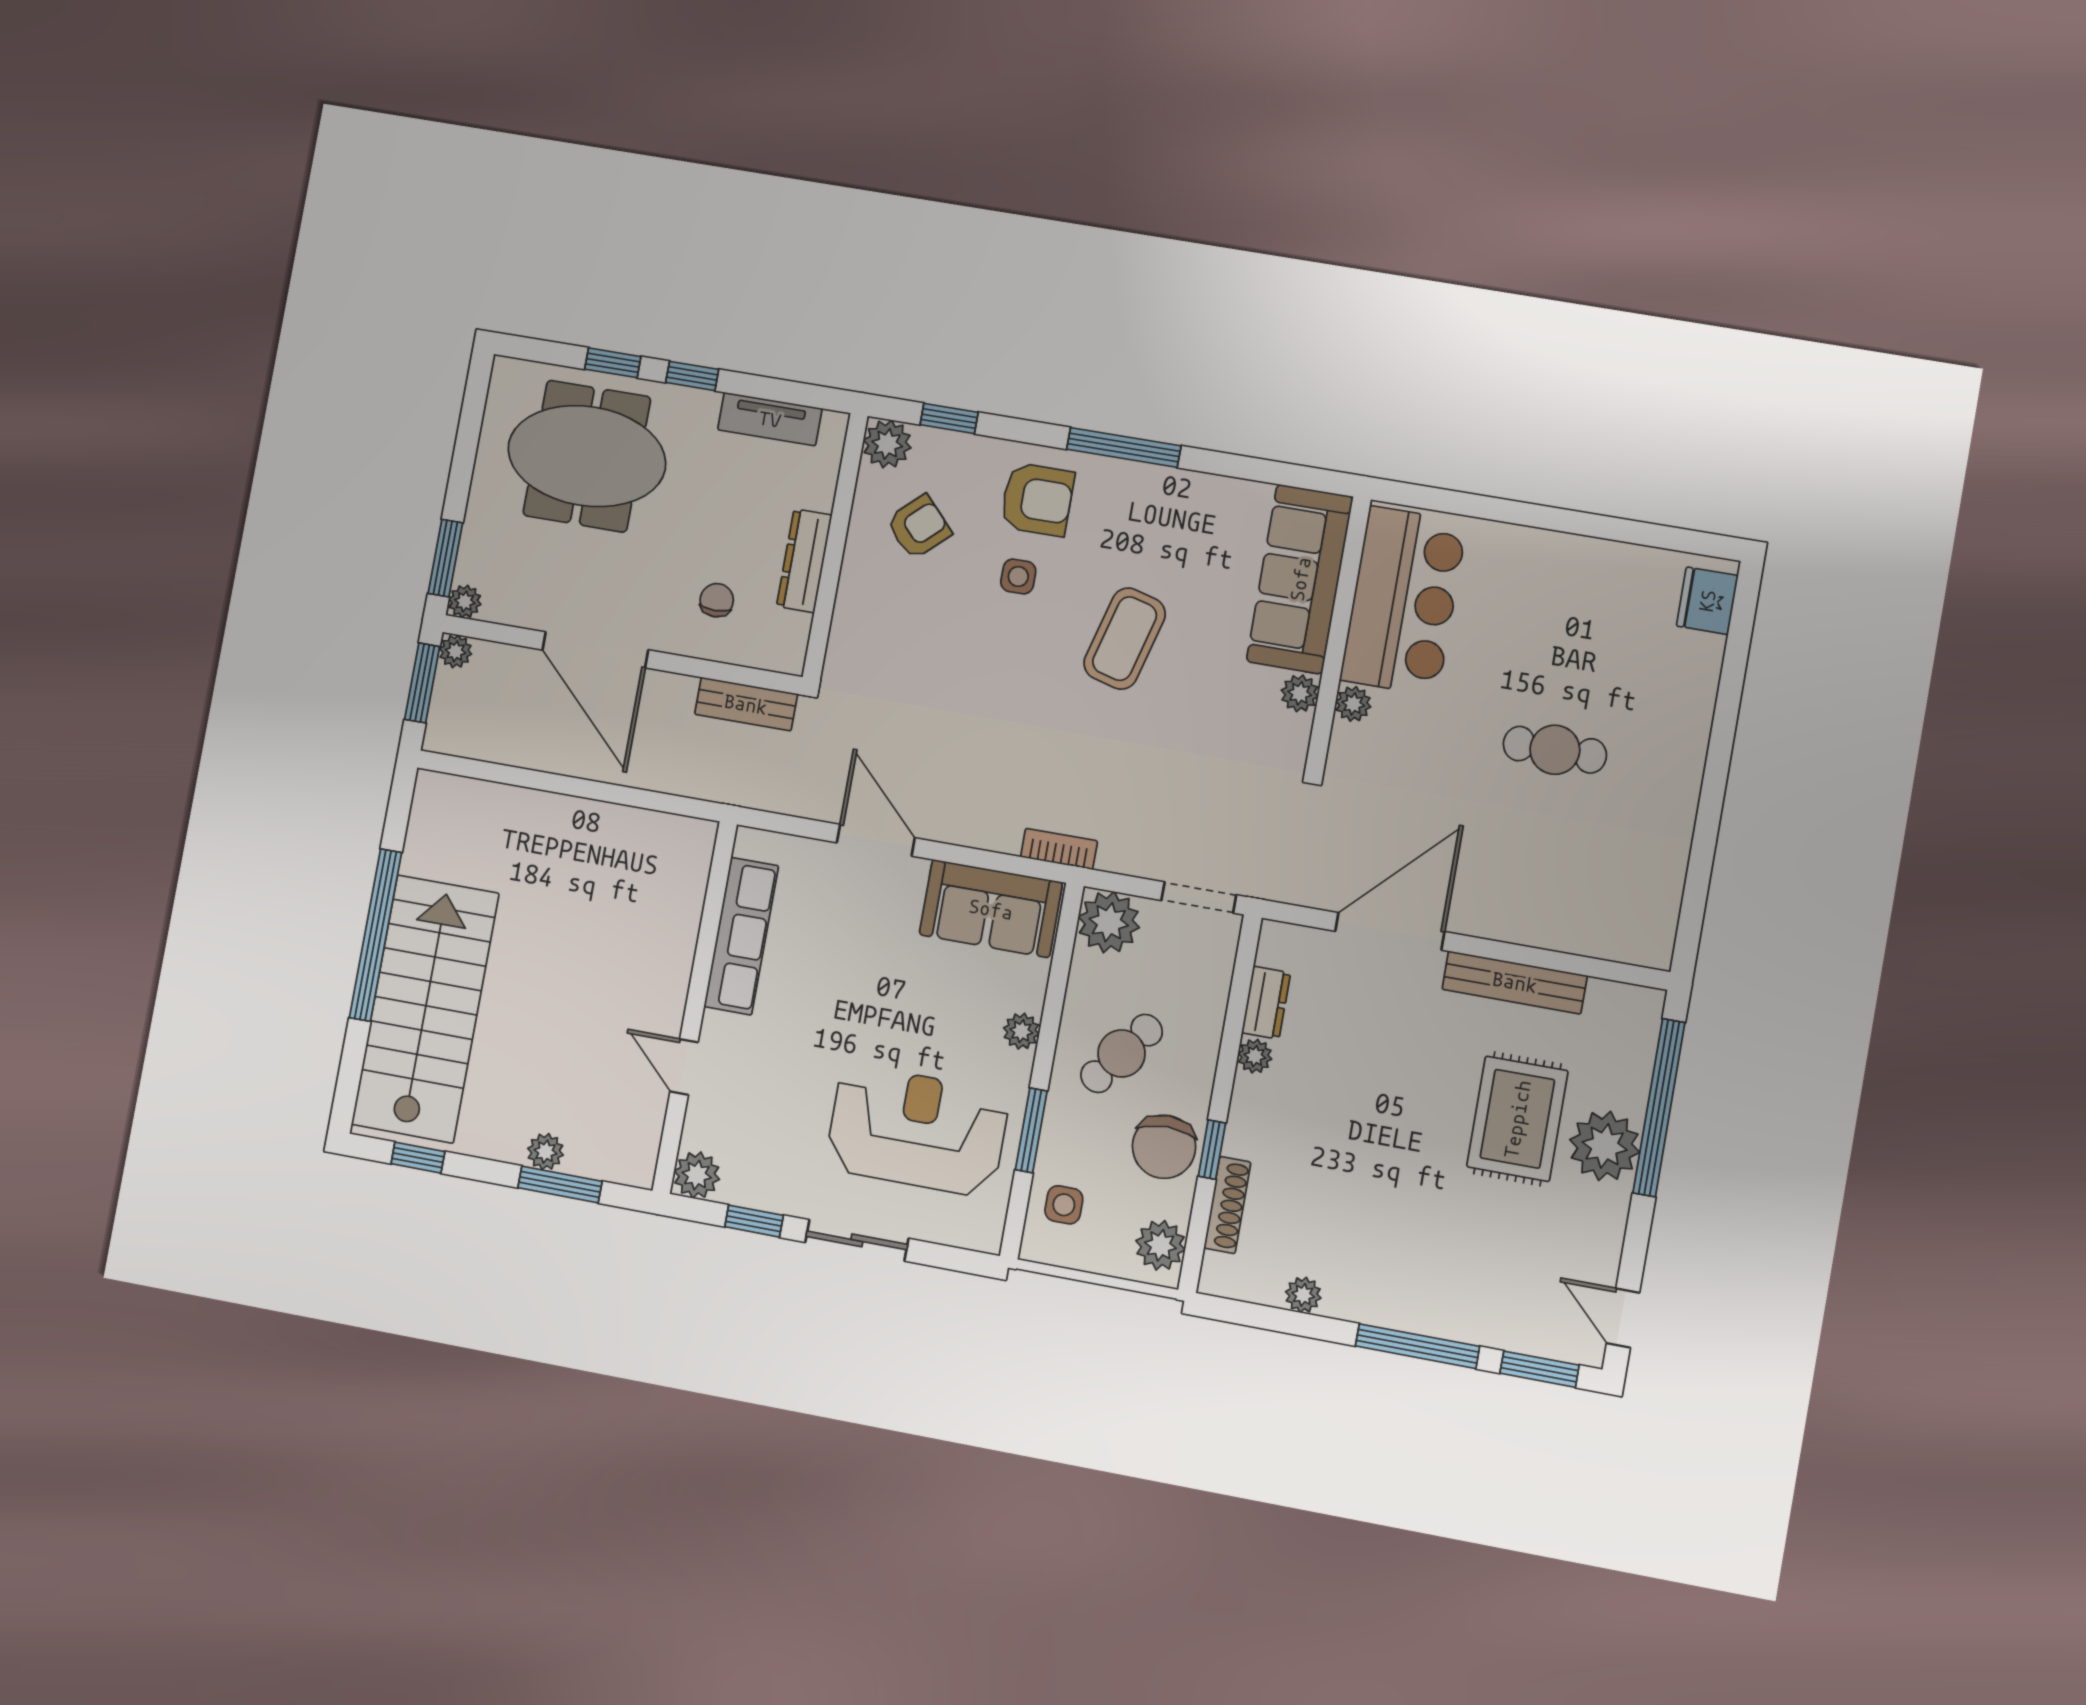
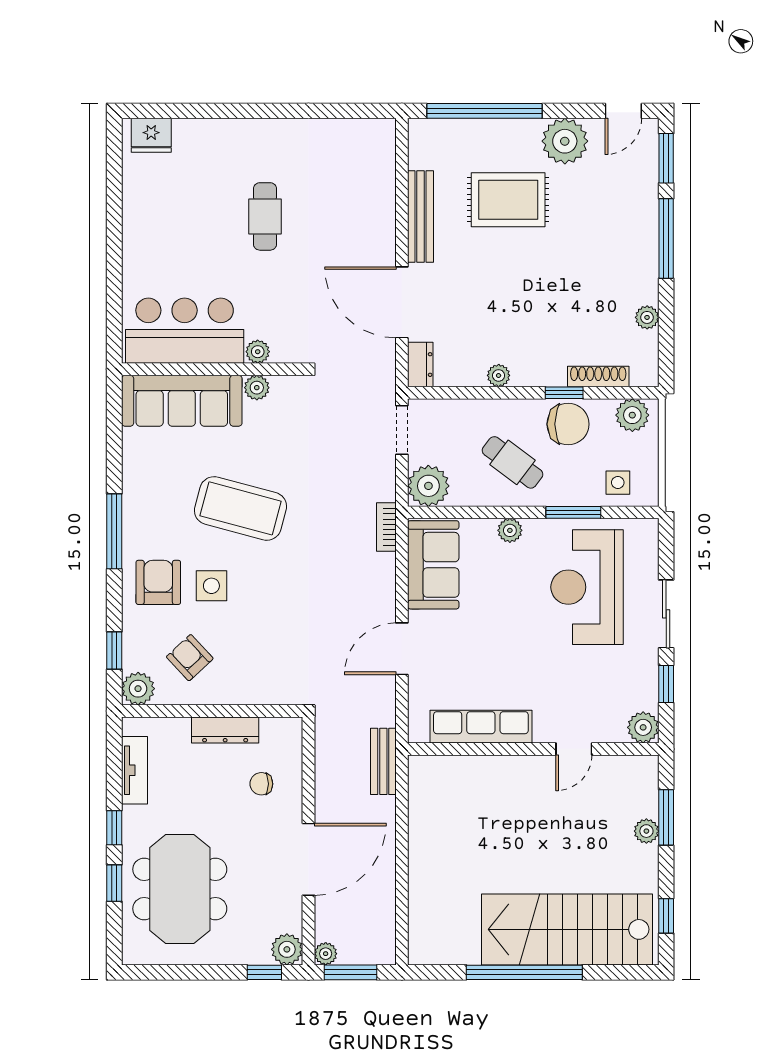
window: (445, 558) -> (264, 972), width x0.67
side table: (1018, 576) -> (211, 586), width x1.37, depth x1.37
plant: (465, 602) -> (287, 949), width x1.38, depth x1.38
coffee table: (1125, 639) -> (241, 508), width x1.36, depth x1.32
bench: (746, 704) -> (383, 761), moved
dresser: (1266, 1003) -> (420, 365), moved, turned 90
plant: (1605, 1146) -> (565, 141), moved

